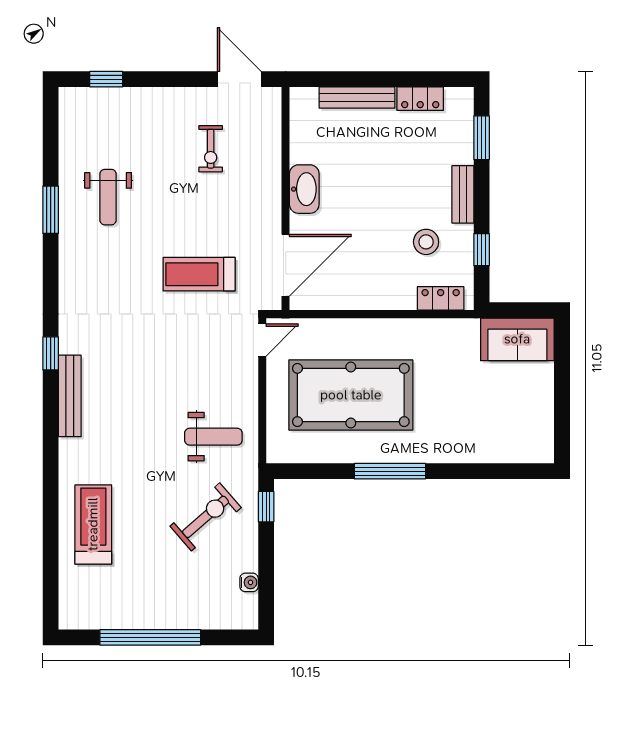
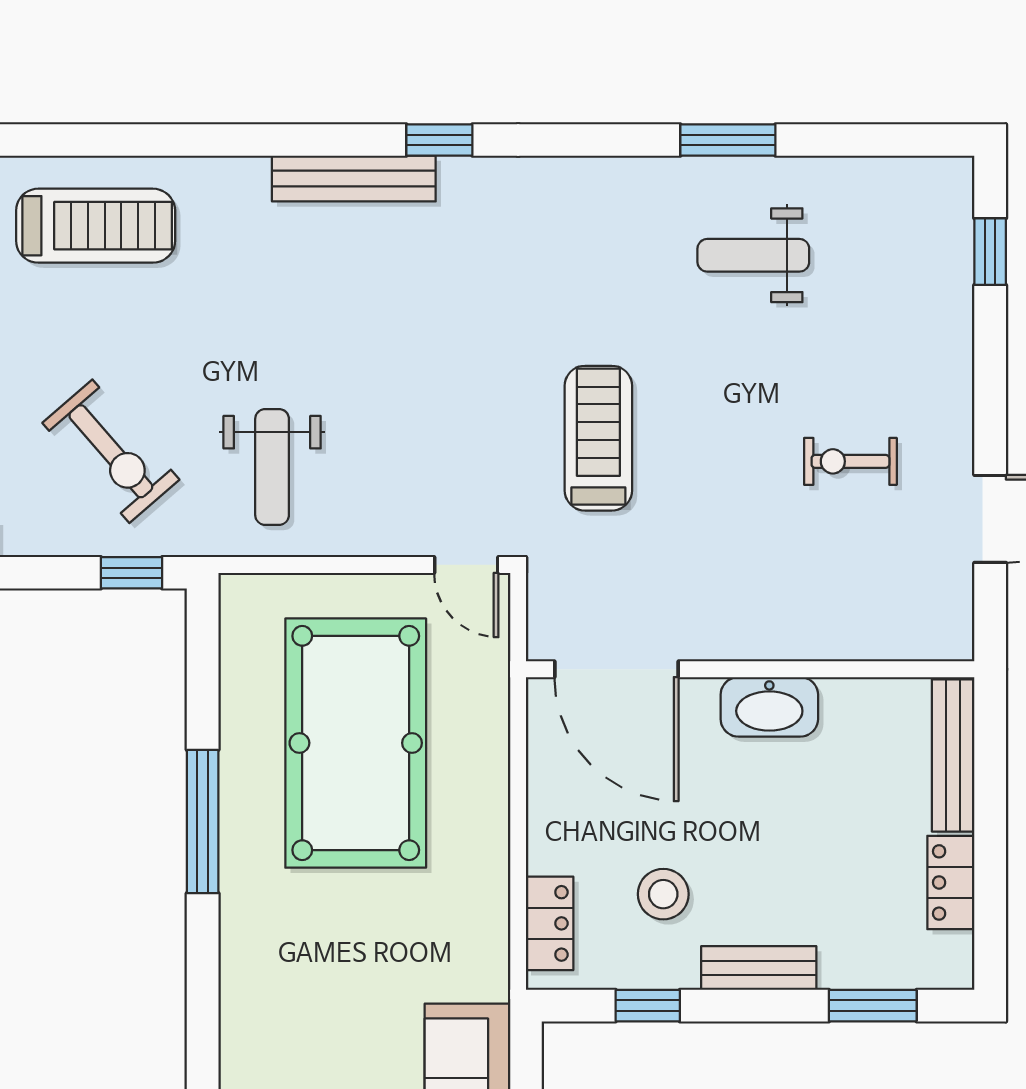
washbasin: (304, 189) -> (769, 707), moved
wall: (286, 199) -> (750, 669), moved
door: (286, 265) -> (616, 669), moved

